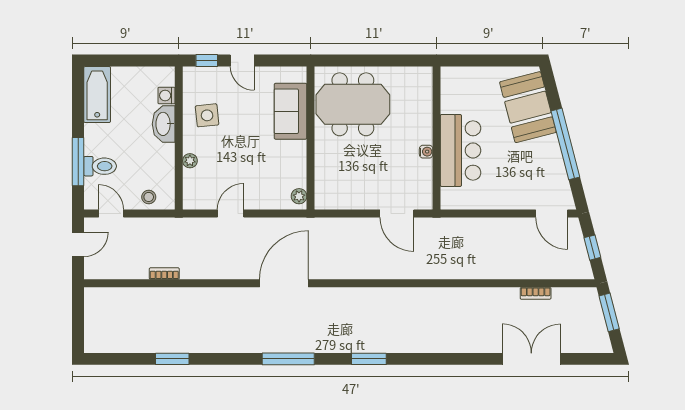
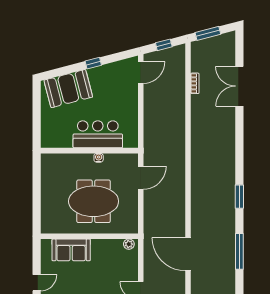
meeting table: (353, 104) -> (94, 201), moved, turned 90
window: (565, 144) -> (93, 63), width x0.32

